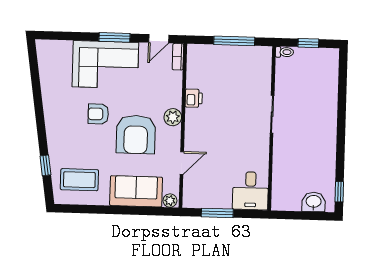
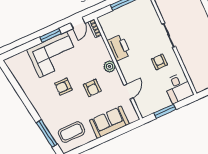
printer: (194, 98) -> (119, 48), width x1.87, depth x1.48
armchair: (136, 134) -> (92, 88), width x0.53, depth x0.53
armchair: (242, 144) -> (159, 62), added
window: (45, 165) -> (47, 133), width x2.17
plant: (170, 201) -> (133, 118), removed

